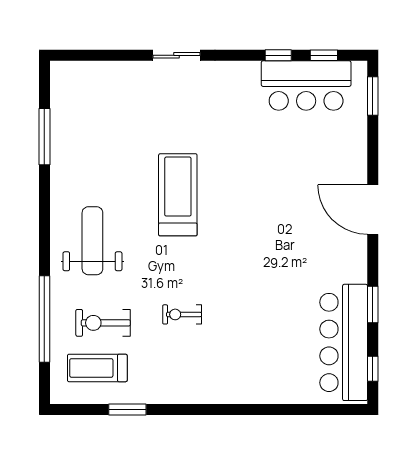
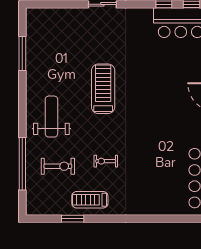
exercise bike: (103, 323) -> (58, 166), turned 180
treadmill: (97, 368) -> (90, 200), moved

